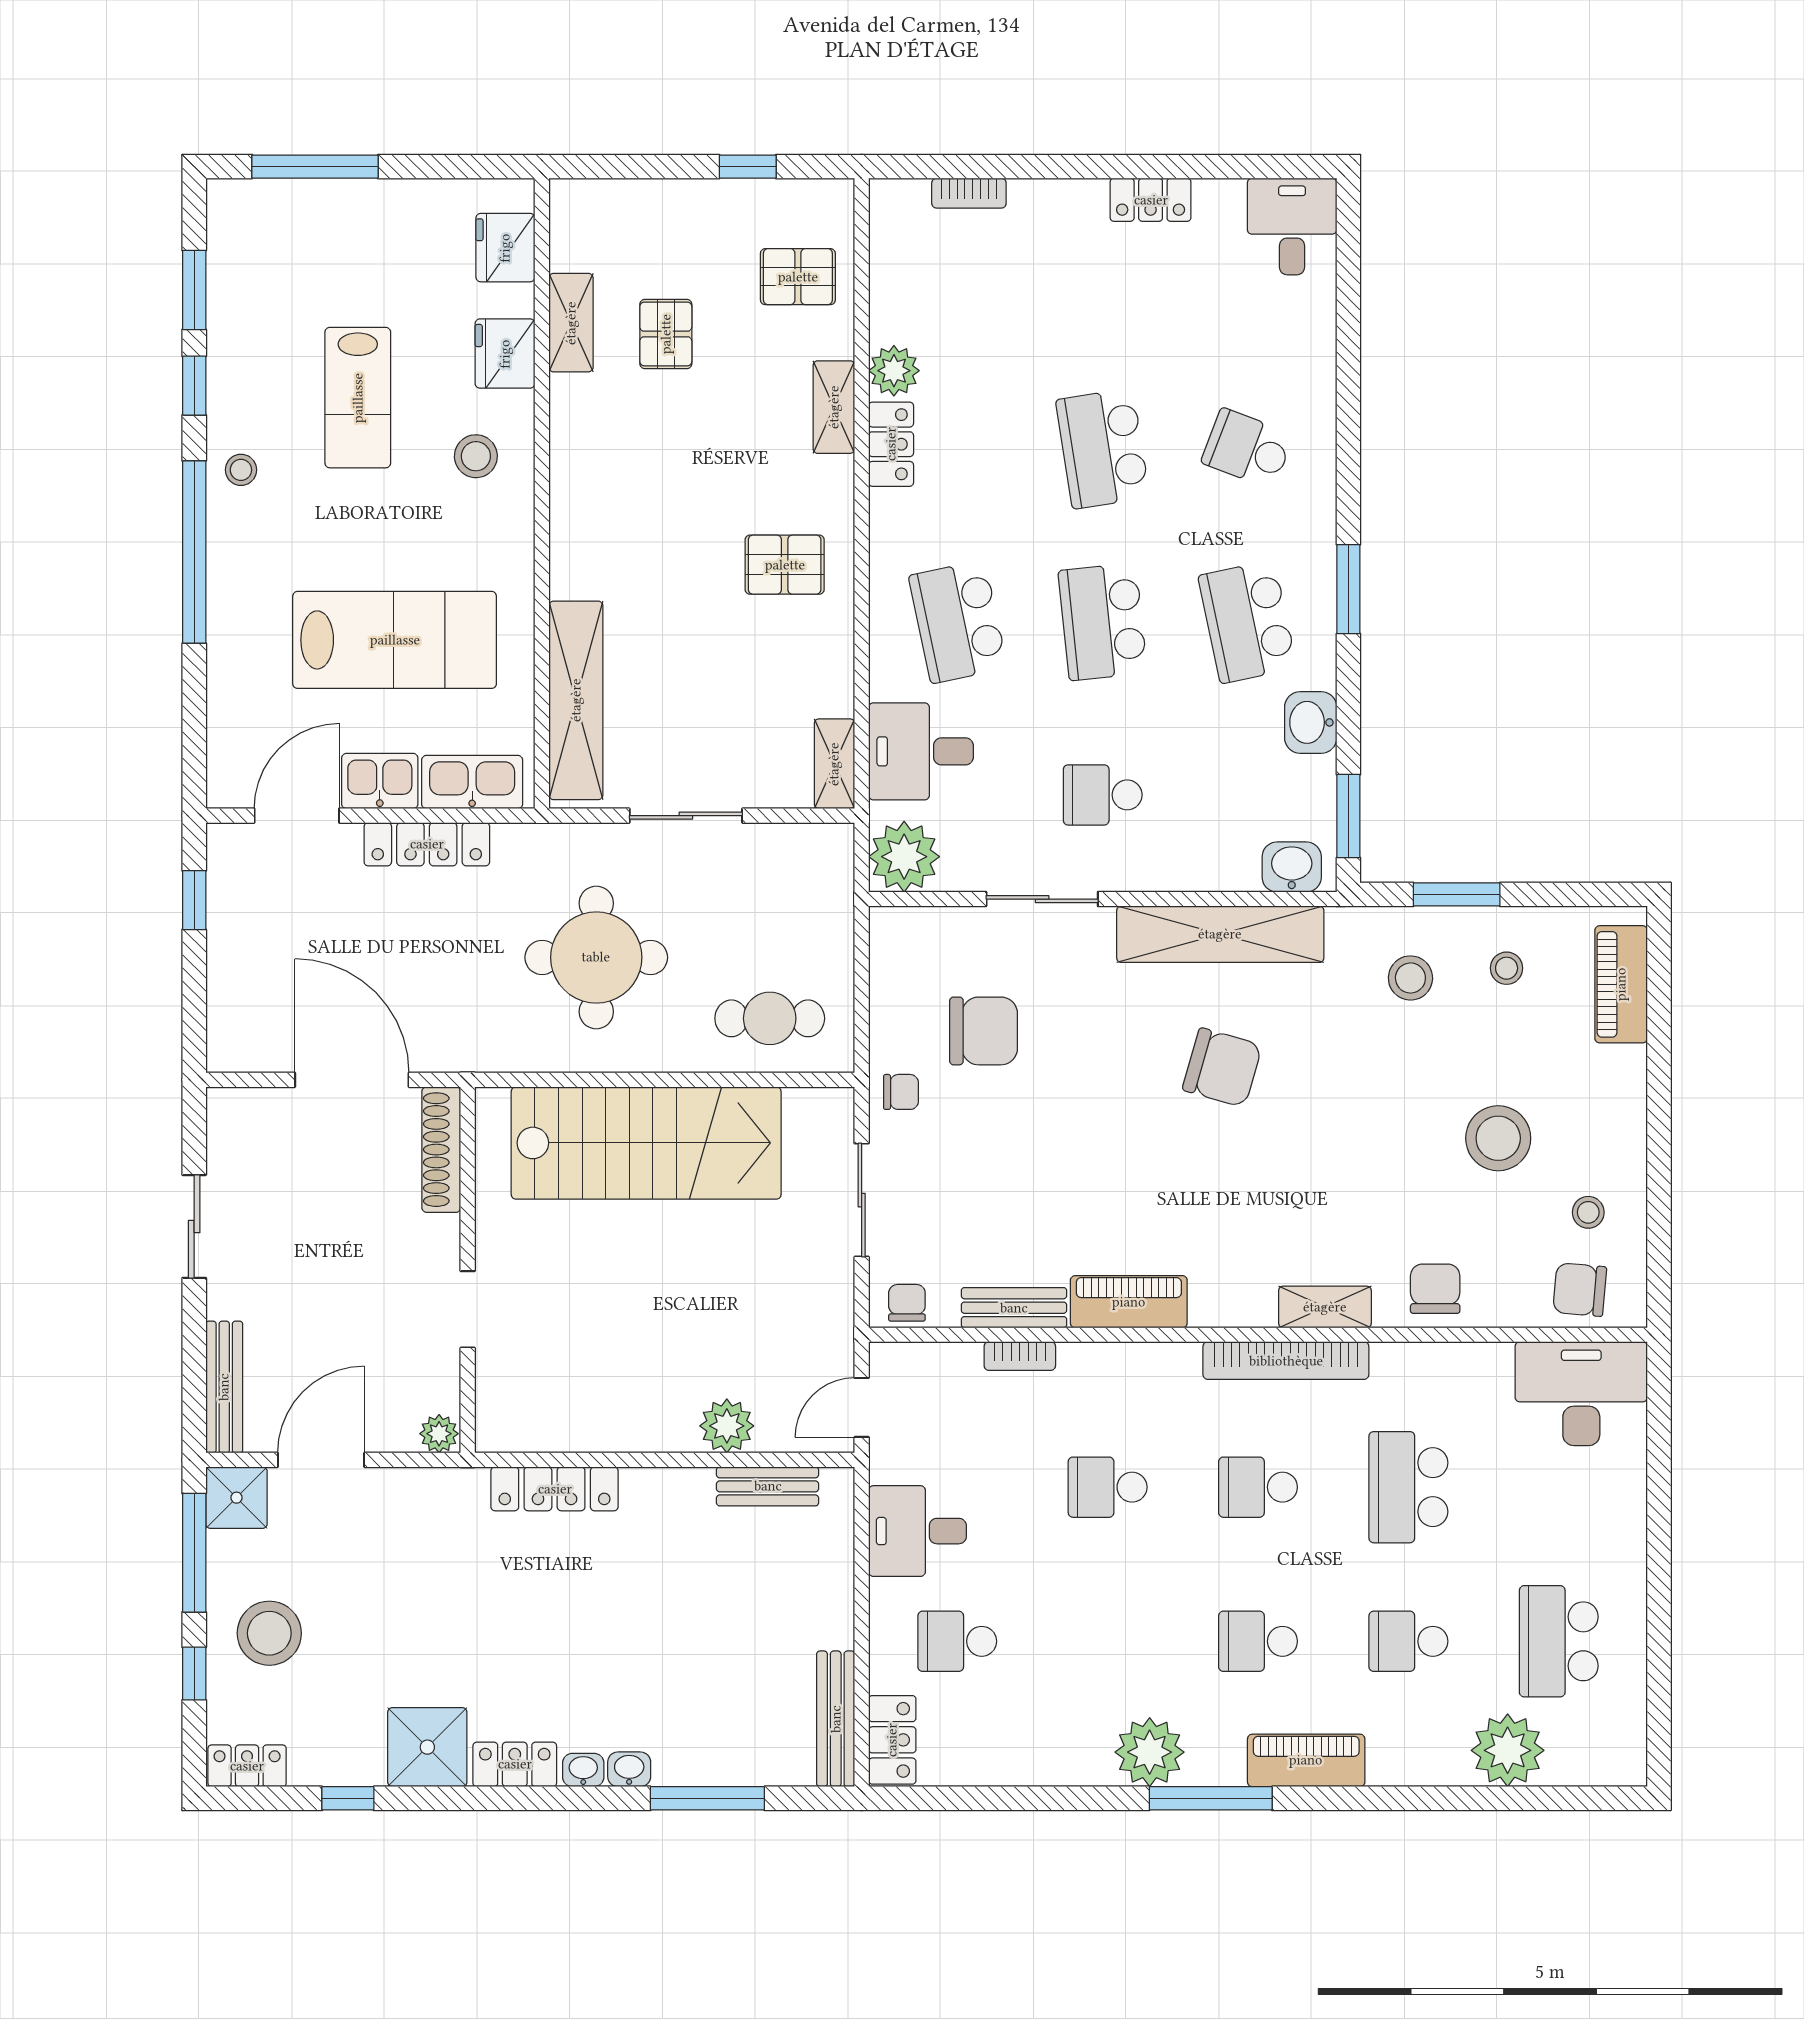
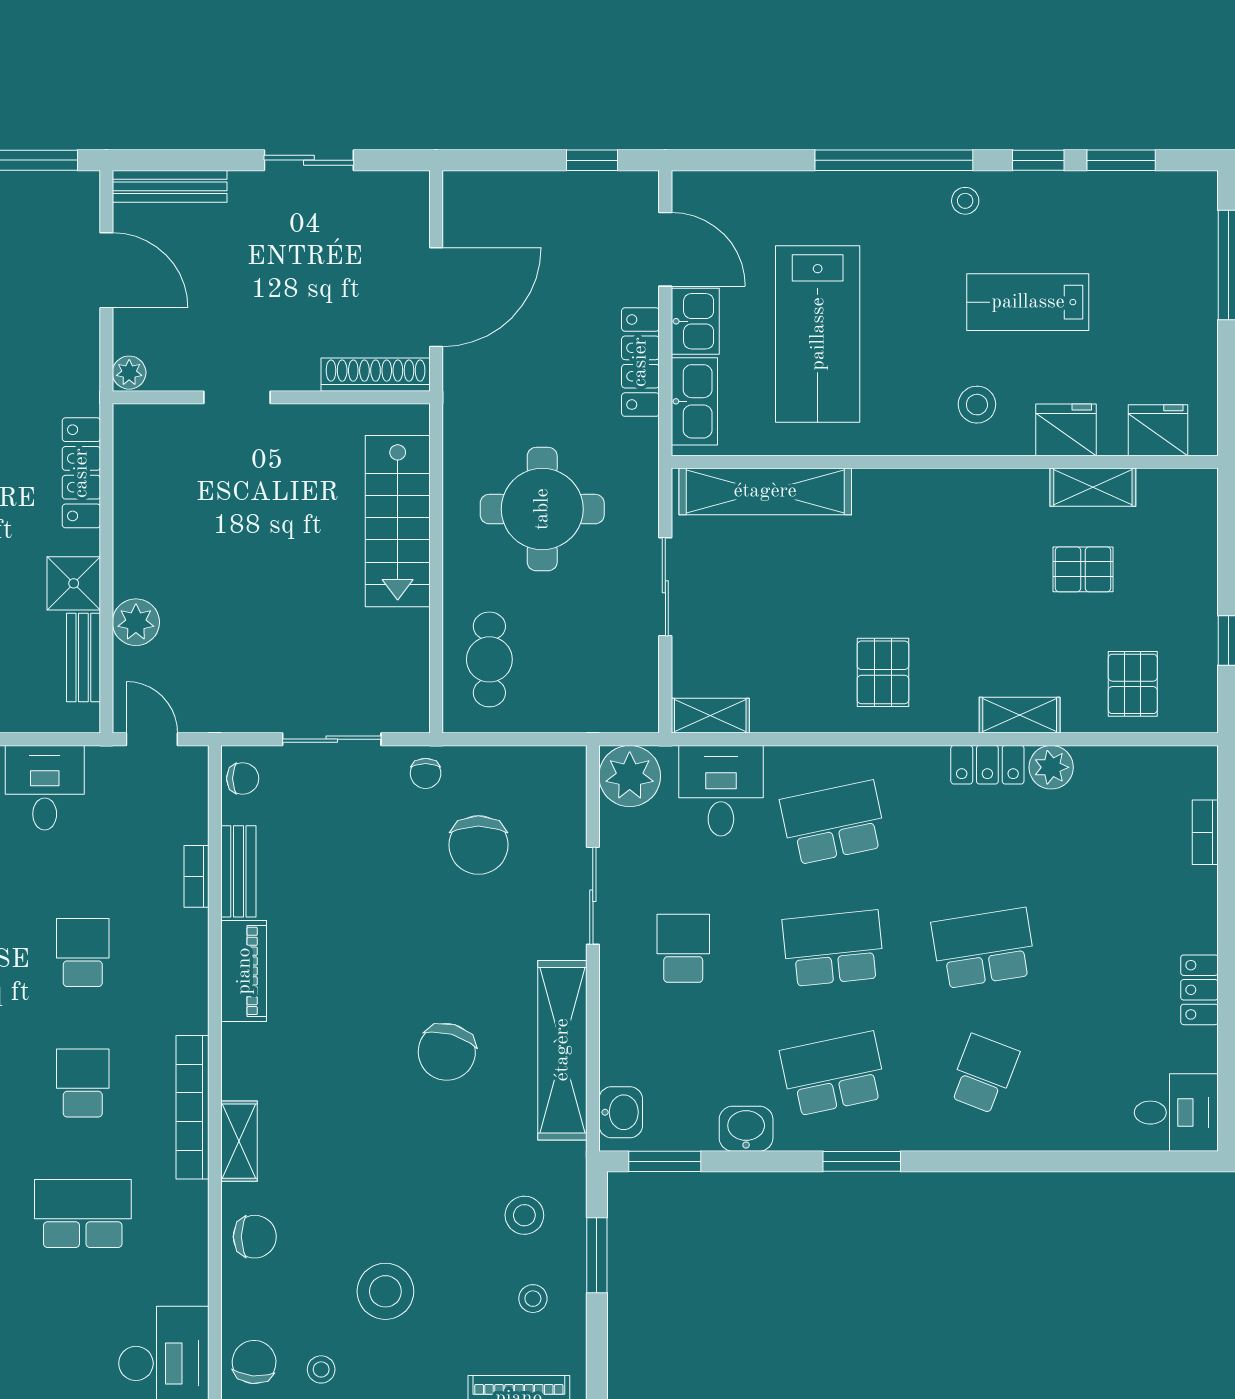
stairs: (646, 1143) -> (398, 521), width x0.73, depth x0.66
shower: (236, 1498) -> (74, 583), moved

